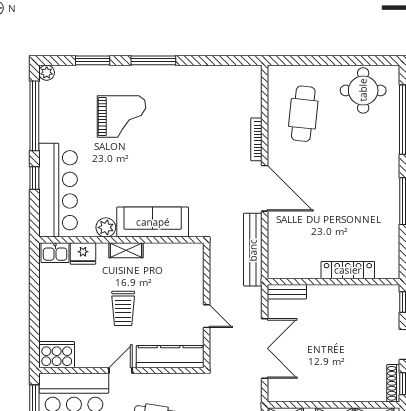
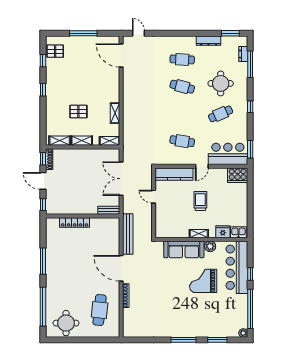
grand piano: (122, 117) -> (203, 281), moved

